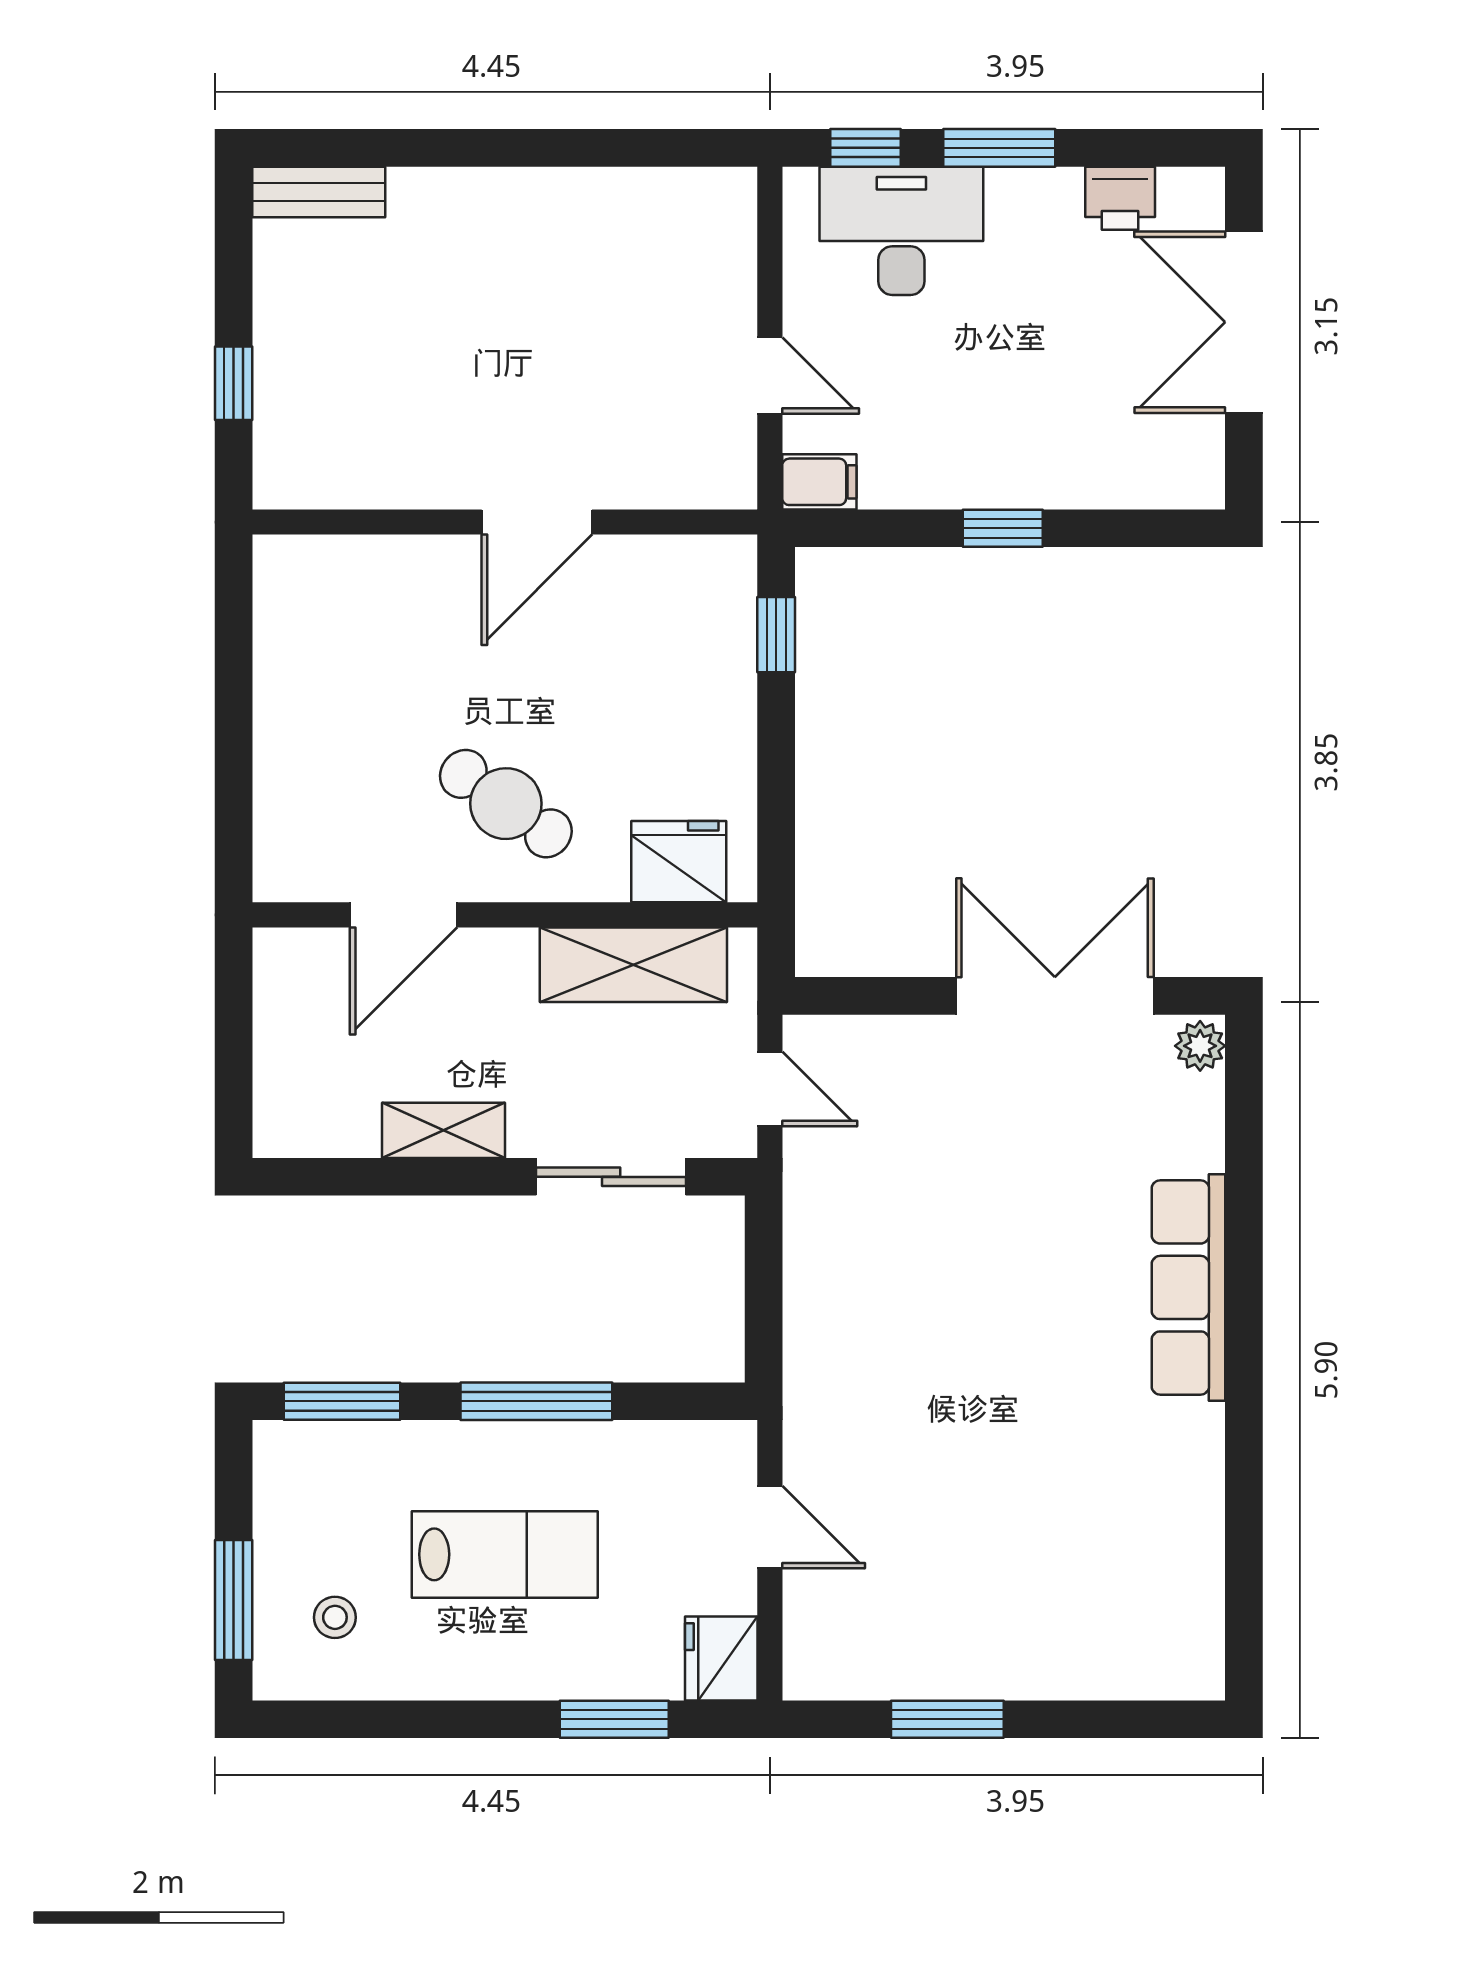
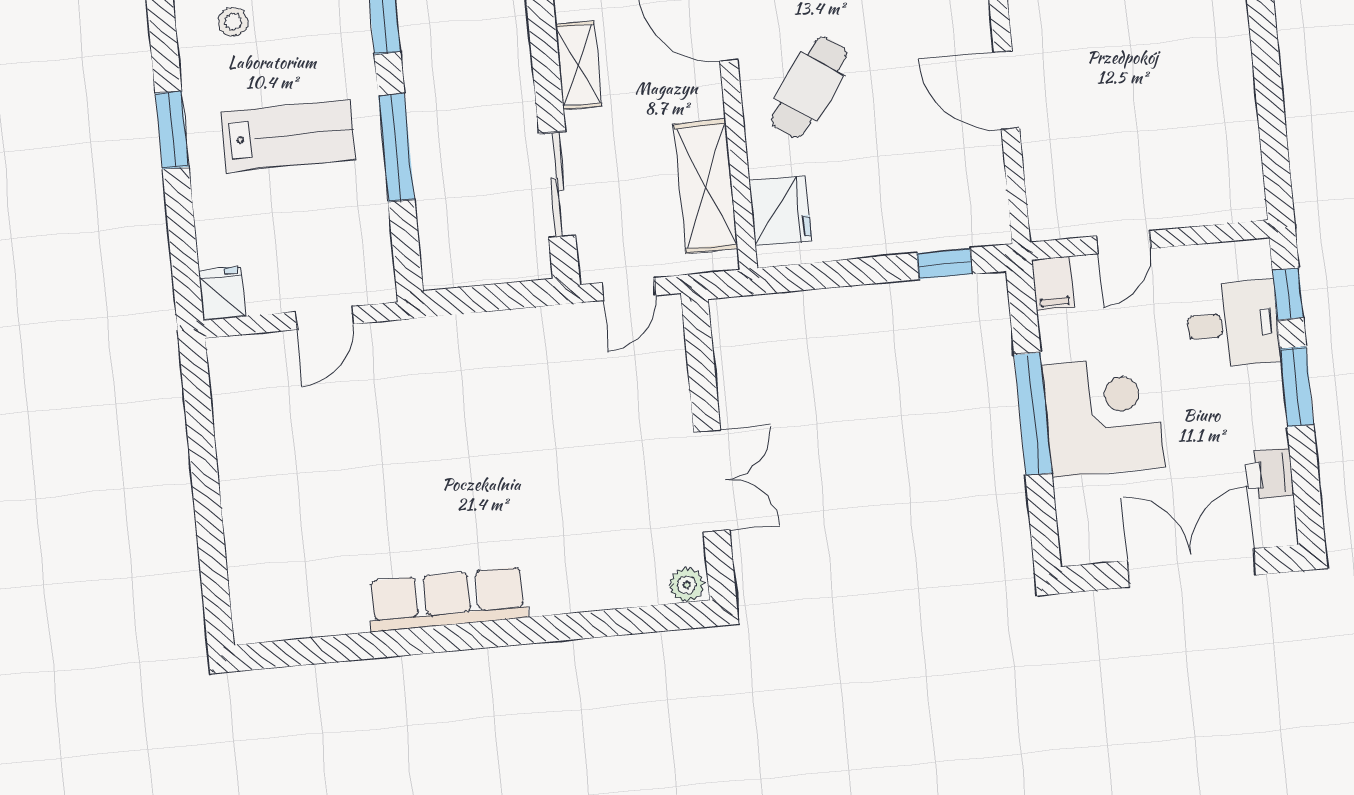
desk: (901, 231) -> (1233, 324), width x0.73
corner desk: (1015, 428) -> (1103, 416), added
window: (1003, 528) -> (1033, 414), width x2.17
double door: (1055, 996) -> (712, 481), width x0.73
row of seats: (1188, 1287) -> (448, 599), moved
lab bench: (505, 1554) -> (288, 136), turned -90
fridge: (721, 1658) -> (222, 293), width x0.72
window: (614, 1719) -> (172, 130), moved
window: (947, 1719) -> (203, 454), removed

